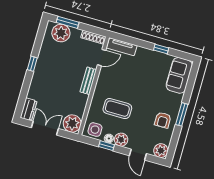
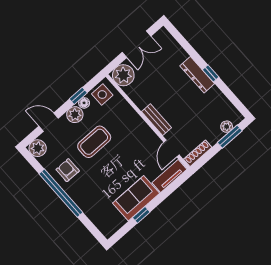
plant: (61, 33) -> (227, 127), width x0.53, depth x0.53
sofa: (179, 75) -> (136, 198), moved, turned -90
dresser: (29, 109) -> (197, 75), moved, width x1.44
coffee table: (117, 109) -> (94, 142), moved
window: (182, 114) -> (61, 193), width x2.11

